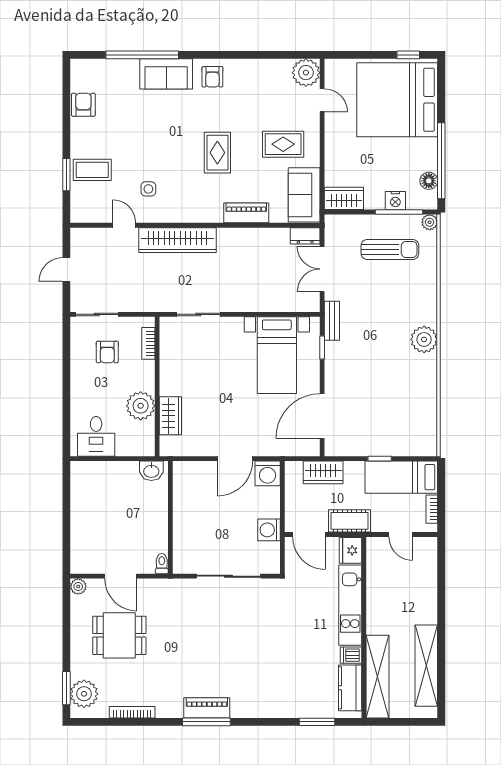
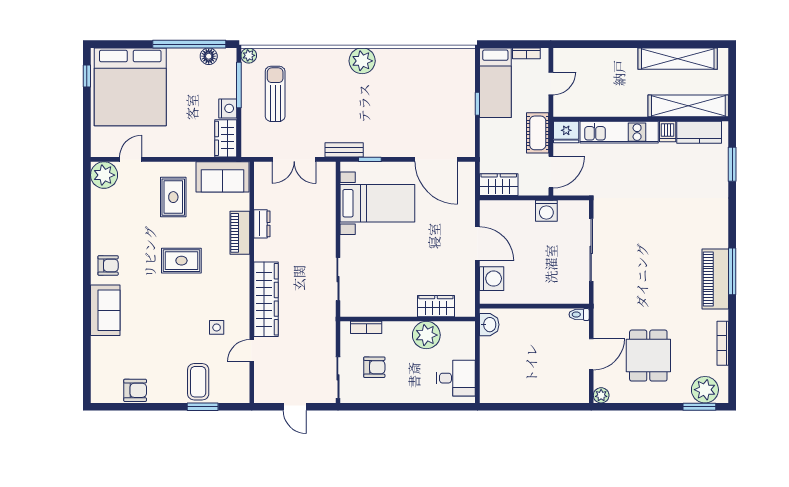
window: (142, 55) -> (87, 333), removed
armchair: (83, 105) -> (135, 390), turned 180
nightstand: (395, 201) -> (228, 108), moved
dresser: (305, 236) -> (262, 224), moved
wardrobe: (323, 472) -> (499, 185), moved, turned -90
washing machine: (268, 473) -> (492, 279), moved
piano: (207, 708) -> (715, 279), width x1.37, depth x1.33

